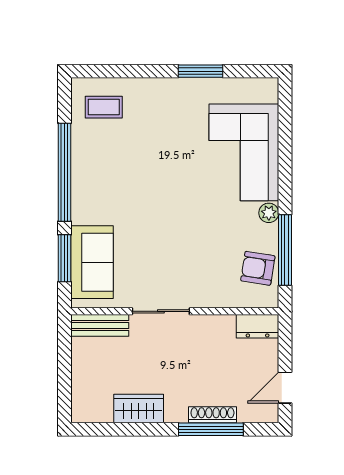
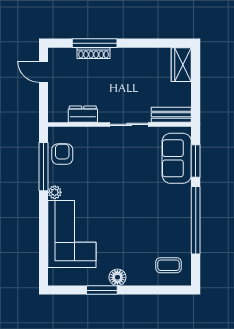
floor lamp: (178, 90) -> (117, 277), added
armchair: (258, 268) -> (62, 154), turned -99
dresser: (258, 326) -> (83, 114), moved
door: (285, 388) -> (44, 72), swing flipped
wardrobe: (139, 409) -> (181, 65), moved, turned 90

